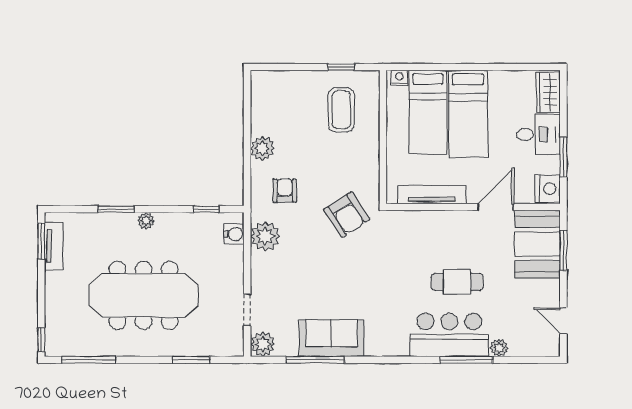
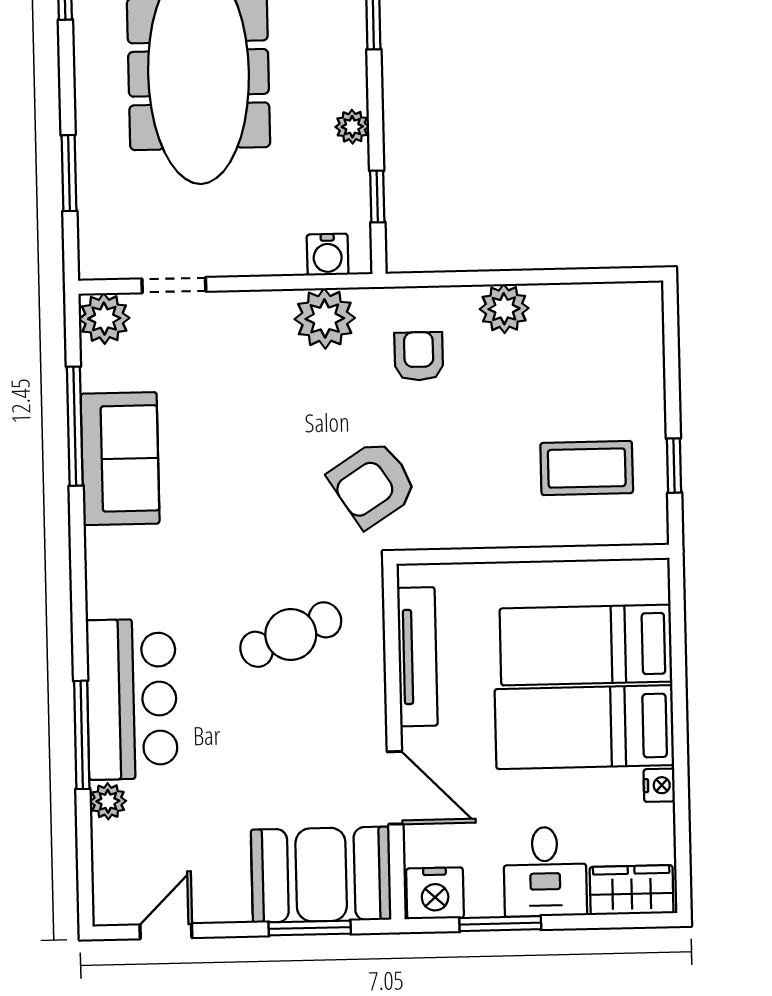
nightstand: (399, 78) -> (659, 785), moved
armchair: (285, 191) -> (419, 356), turned -90
plant: (146, 221) -> (352, 127), moved
cafe table: (457, 282) -> (291, 635), moved, turned 68

